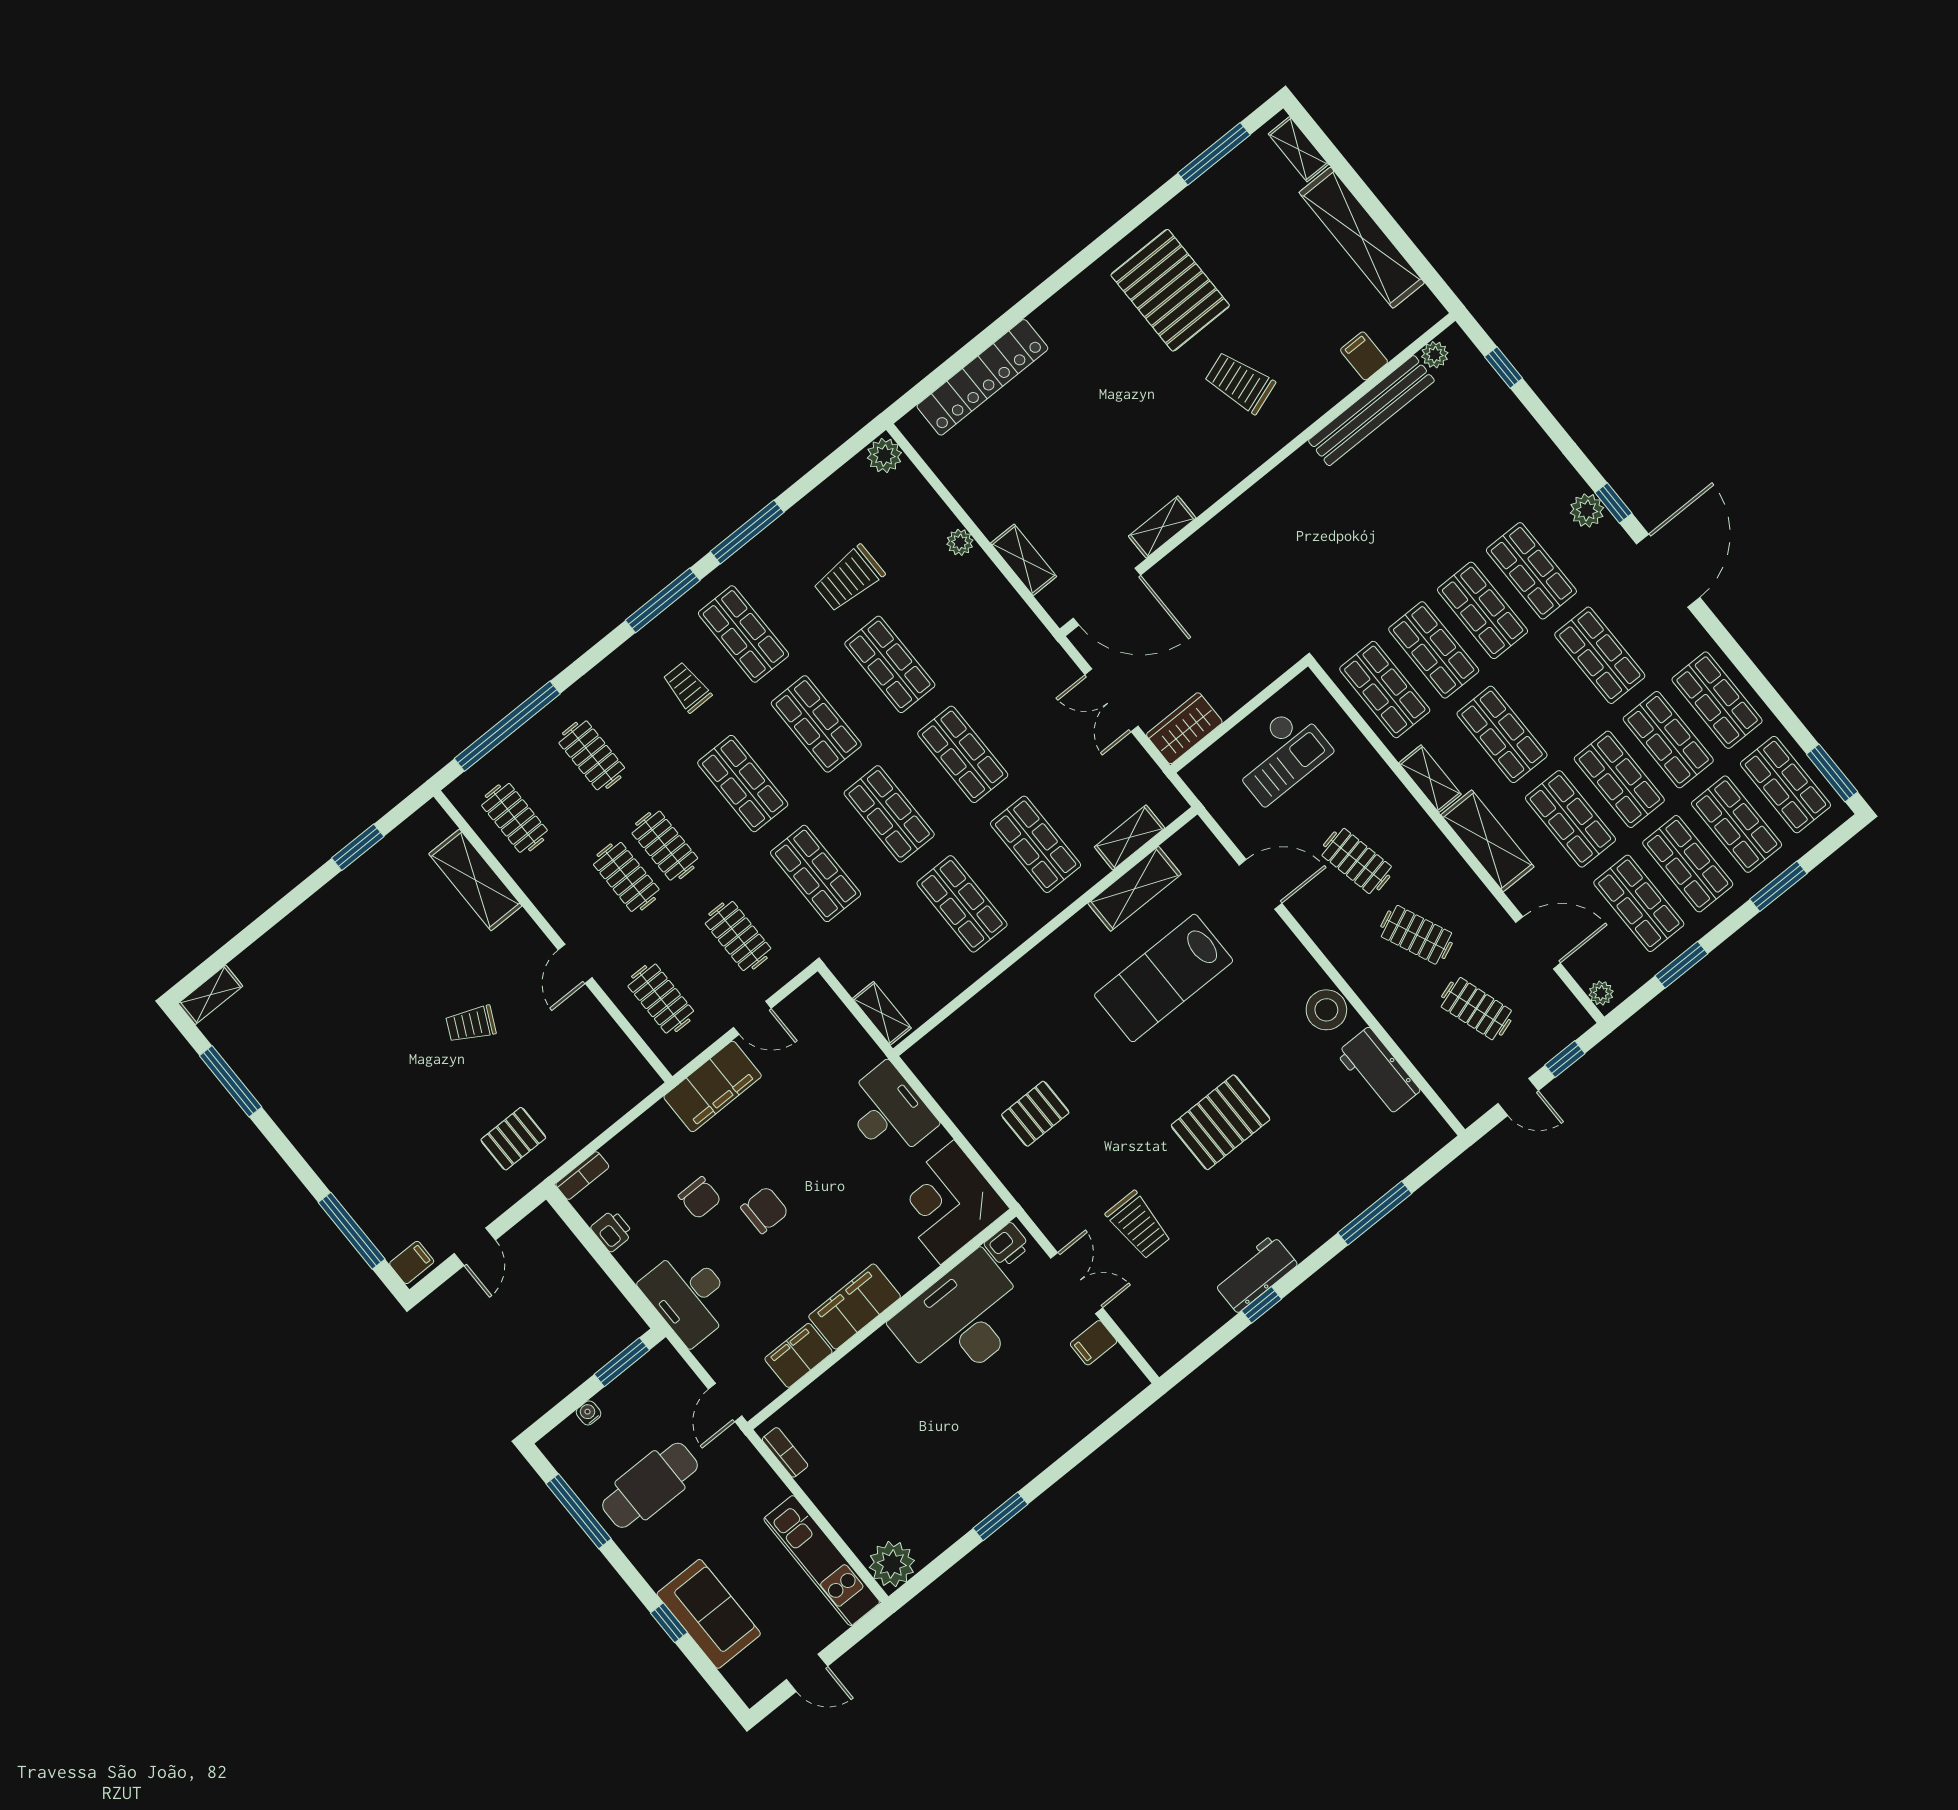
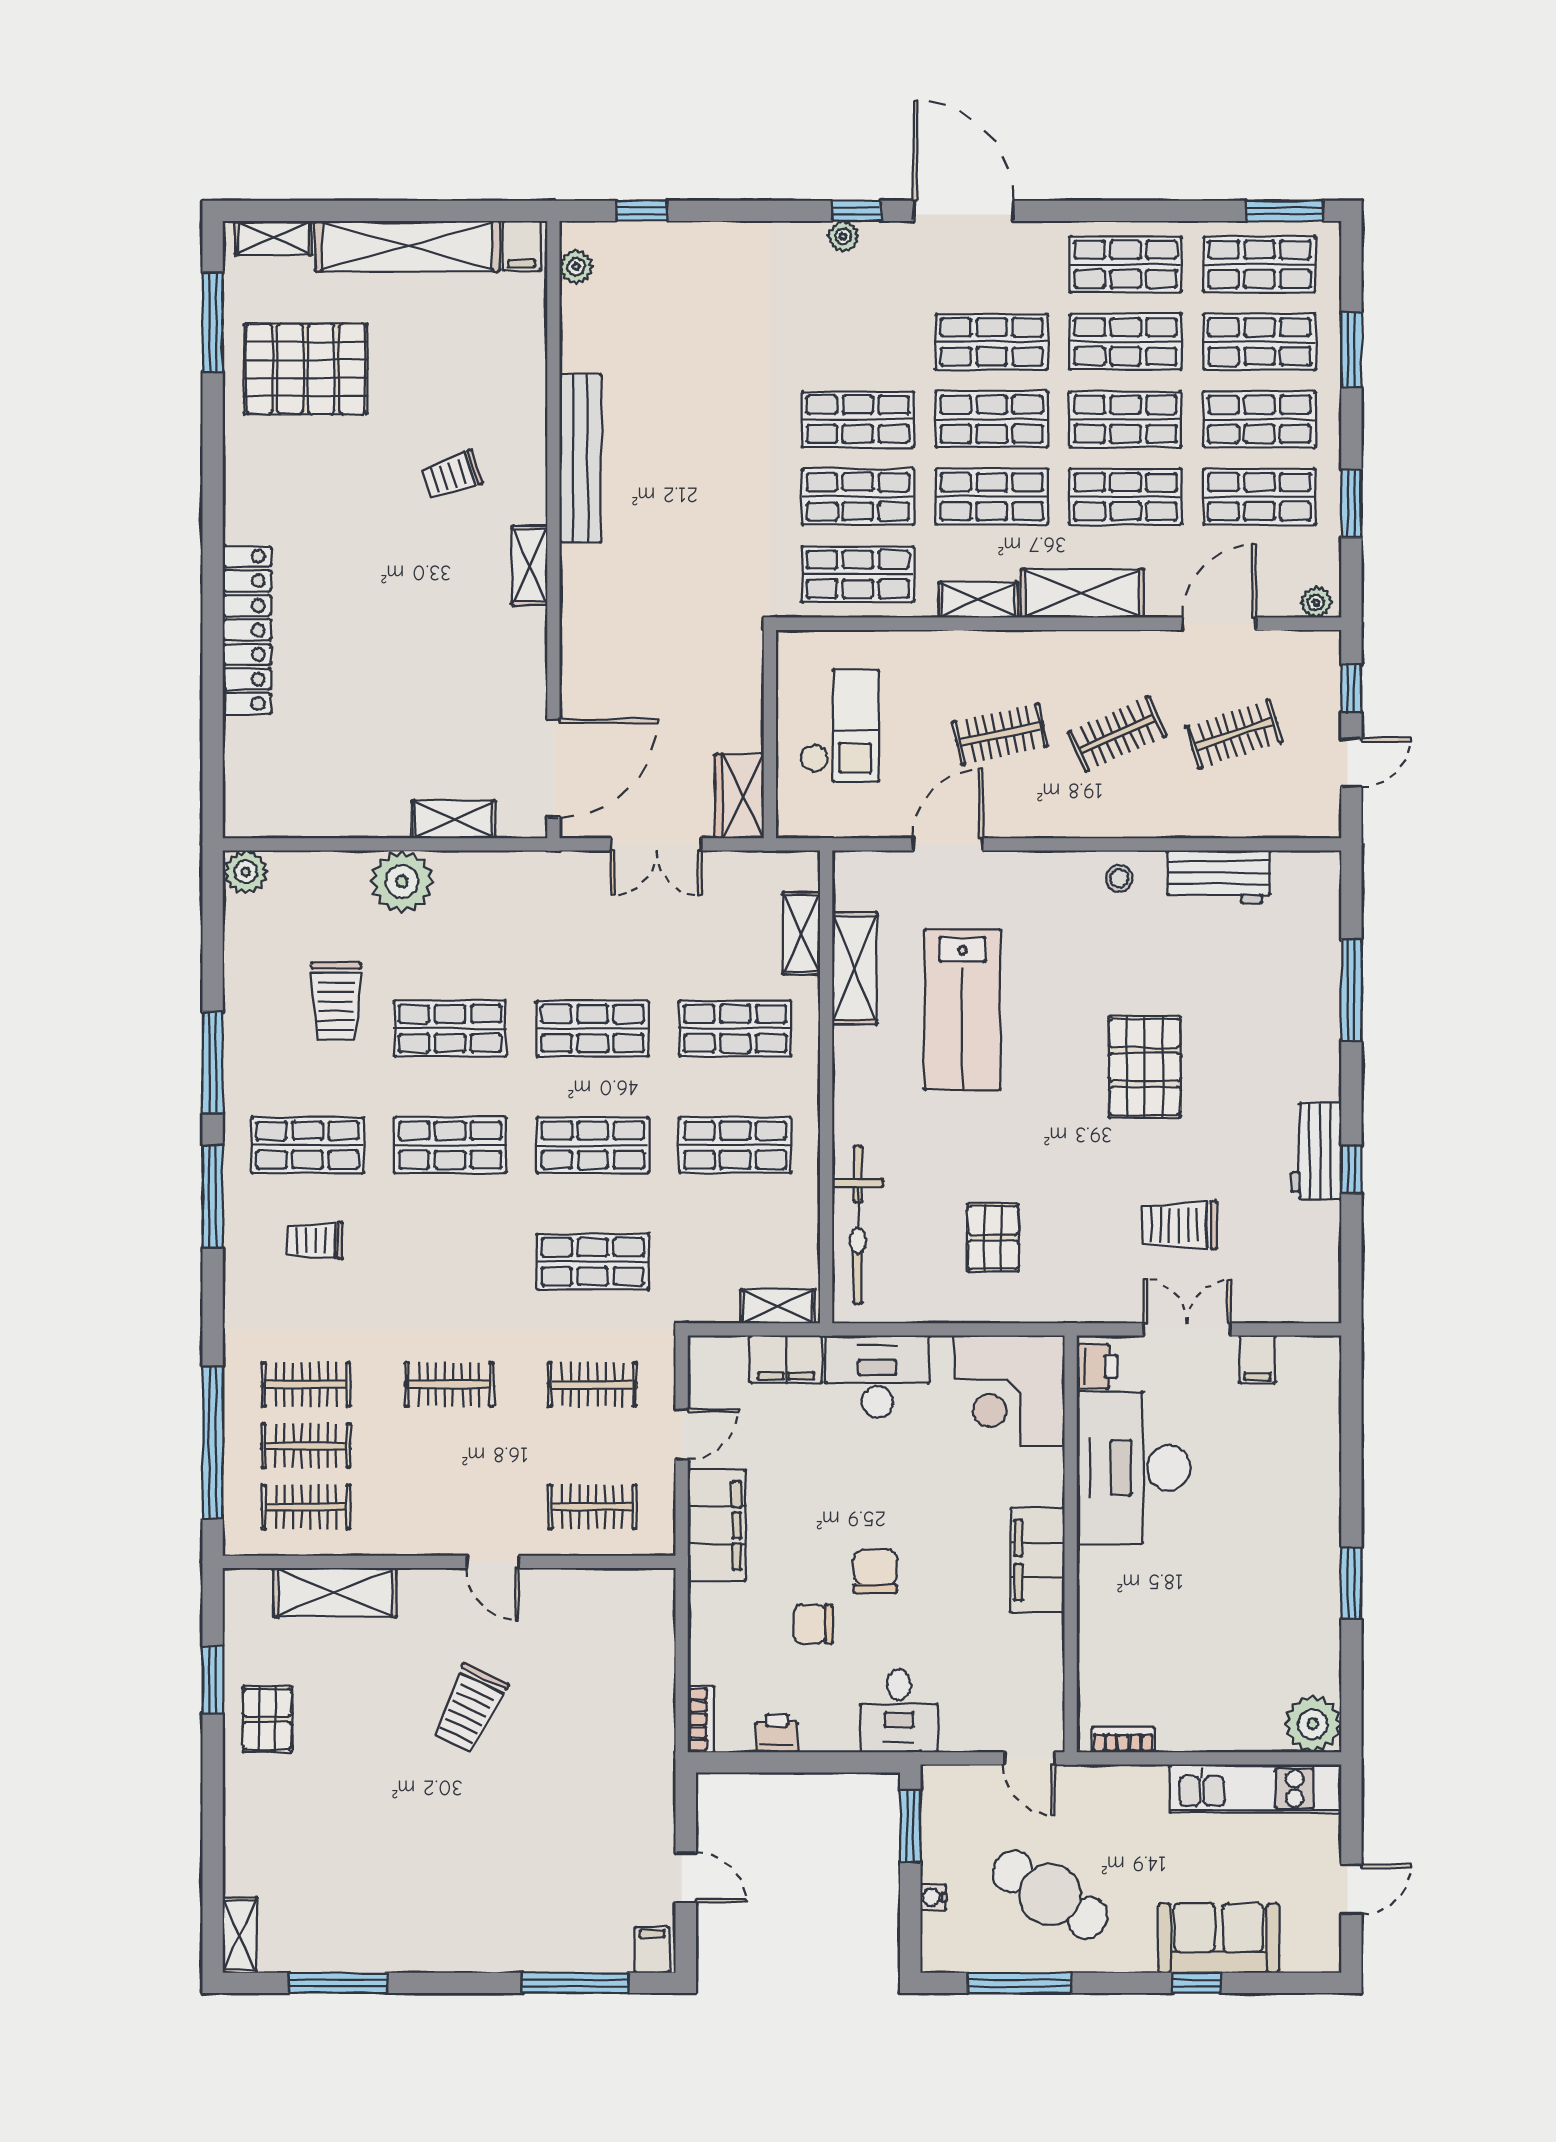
pallet: (1170, 290) -> (306, 369), moved
filing cabinet: (1364, 356) -> (522, 246), moved, turned -90
locker: (982, 377) -> (247, 630), moved
trolley: (1240, 383) -> (452, 475), width x0.73, depth x0.72
bench: (1371, 411) -> (580, 458), moved
plant: (1587, 510) -> (843, 236), width x0.73, depth x0.73
shelving: (1162, 527) -> (530, 565), moved
plant: (960, 542) -> (402, 881), width x1.88, depth x1.88
shop shelf: (1531, 571) -> (992, 419), moved
shop shelf: (743, 784) -> (450, 1262), removed
clothes rail: (626, 877) -> (306, 1446), moved
stool: (1326, 1010) -> (1119, 878), width x0.53, depth x0.53
bicycle: (974, 1022) -> (858, 1225), added
trolley: (471, 1024) -> (470, 1709), width x1.36, depth x1.39
pallet: (513, 1139) -> (267, 1719), moved
chair: (700, 1198) -> (813, 1624), turned 180
trolley: (1139, 1225) -> (1180, 1225), turned 180
desk: (689, 1296) -> (899, 1711), width x0.73
filing cabinet: (798, 1355) -> (786, 1359), moved, turned -90
cafe table: (650, 1485) -> (1050, 1895), turned -58

